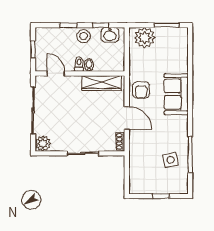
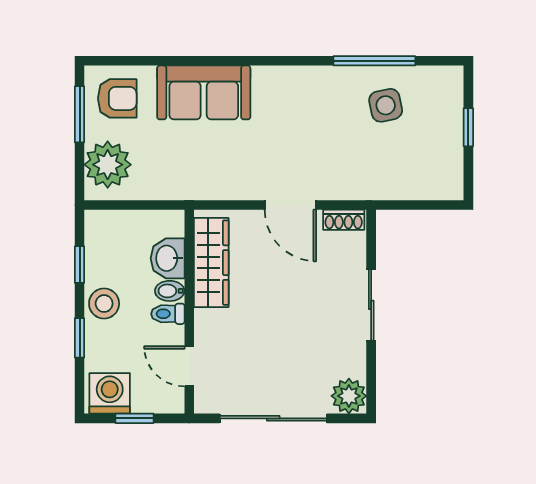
washbasin: (110, 35) -> (168, 258), moved, turned 180
washing machine: (44, 39) -> (110, 393), added
door: (56, 74) -> (189, 366), hinge flipped
armchair: (141, 90) -> (117, 98), moved
sofa: (176, 94) -> (204, 92), moved
door: (127, 118) -> (290, 205), swing flipped

